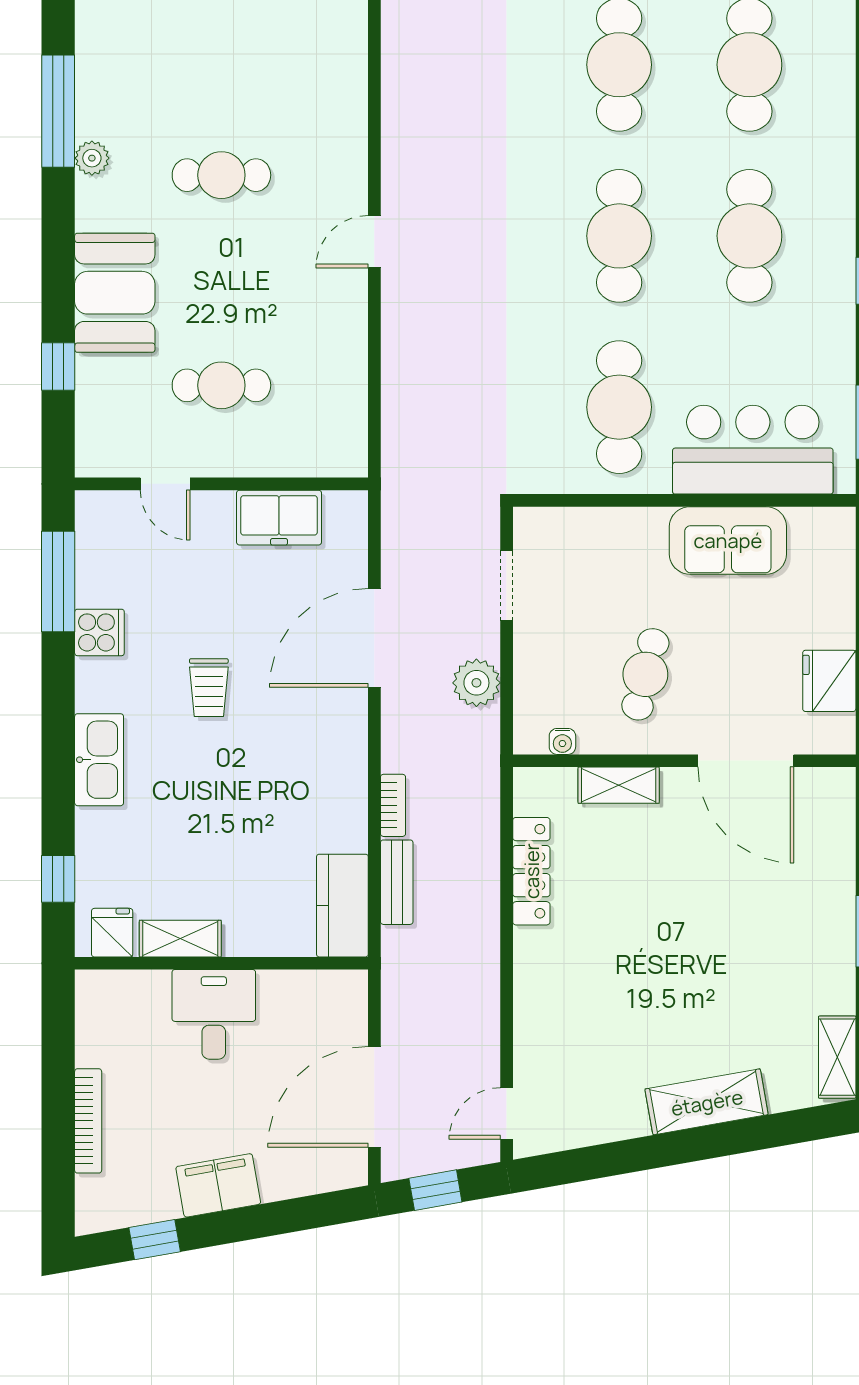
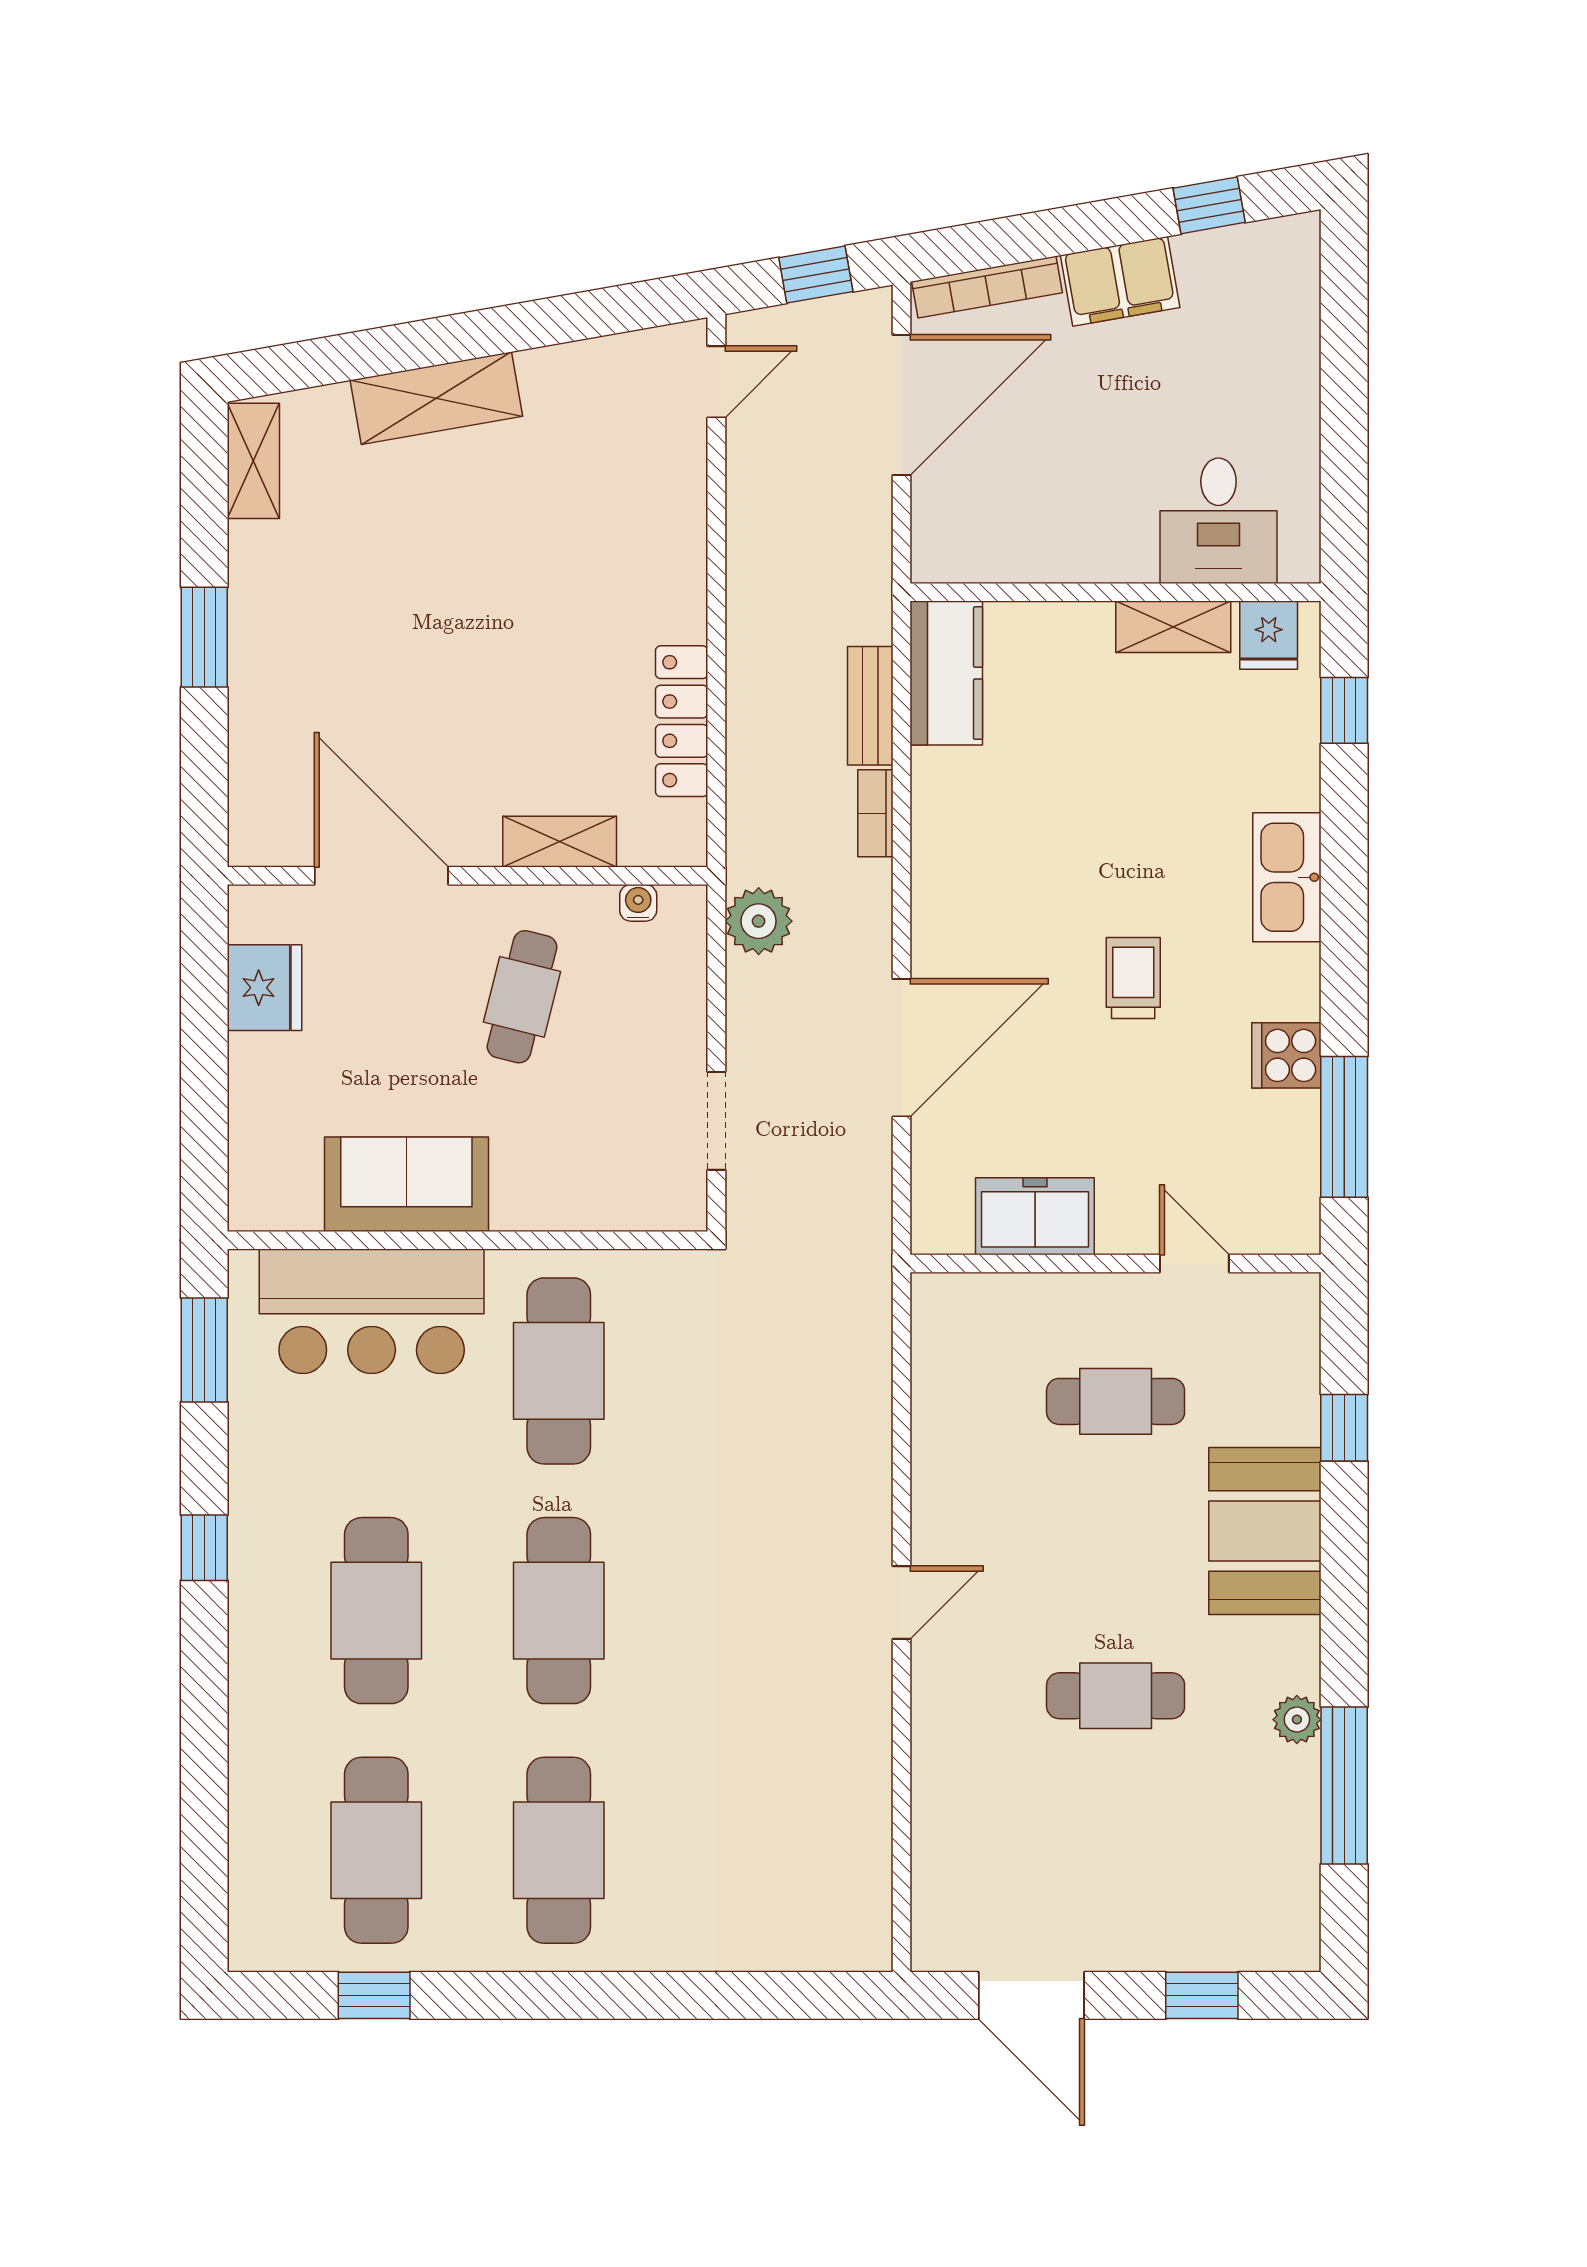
plant: (476, 683) -> (759, 921), moved
desk: (214, 1014) -> (1218, 521), moved
bookcase: (88, 1121) -> (987, 287), moved, turned -100

